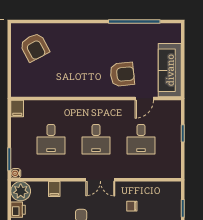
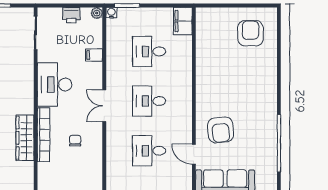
armchair: (35, 47) -> (250, 33), turned 118
filing cabinet: (17, 109) -> (183, 21), width x2.00
plant: (21, 191) -> (97, 13), width x0.53, depth x0.53

